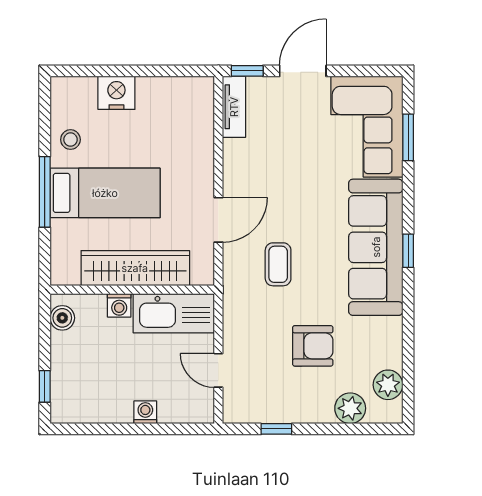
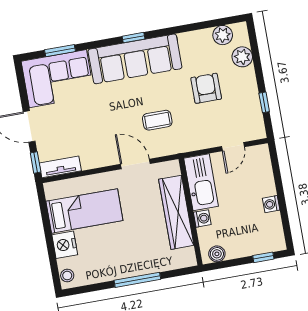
stool: (70, 140) -> (67, 276), moved
bed: (105, 193) -> (84, 211), moved, turned 90
washing machine: (145, 412) -> (271, 204), moved

